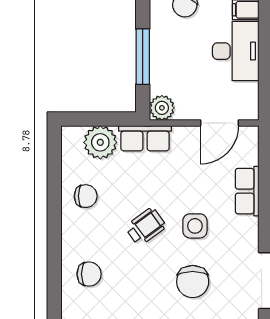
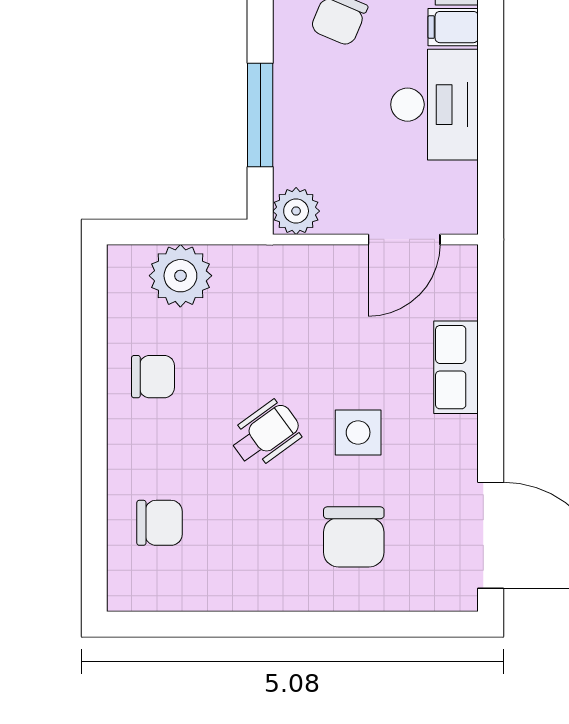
row of seats: (145, 138) -> (264, 268), removed

